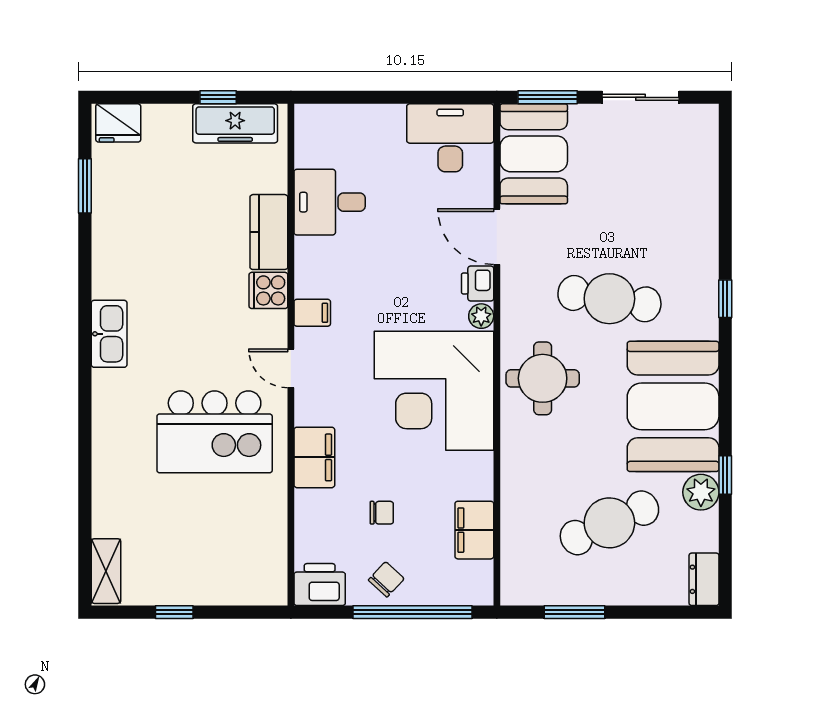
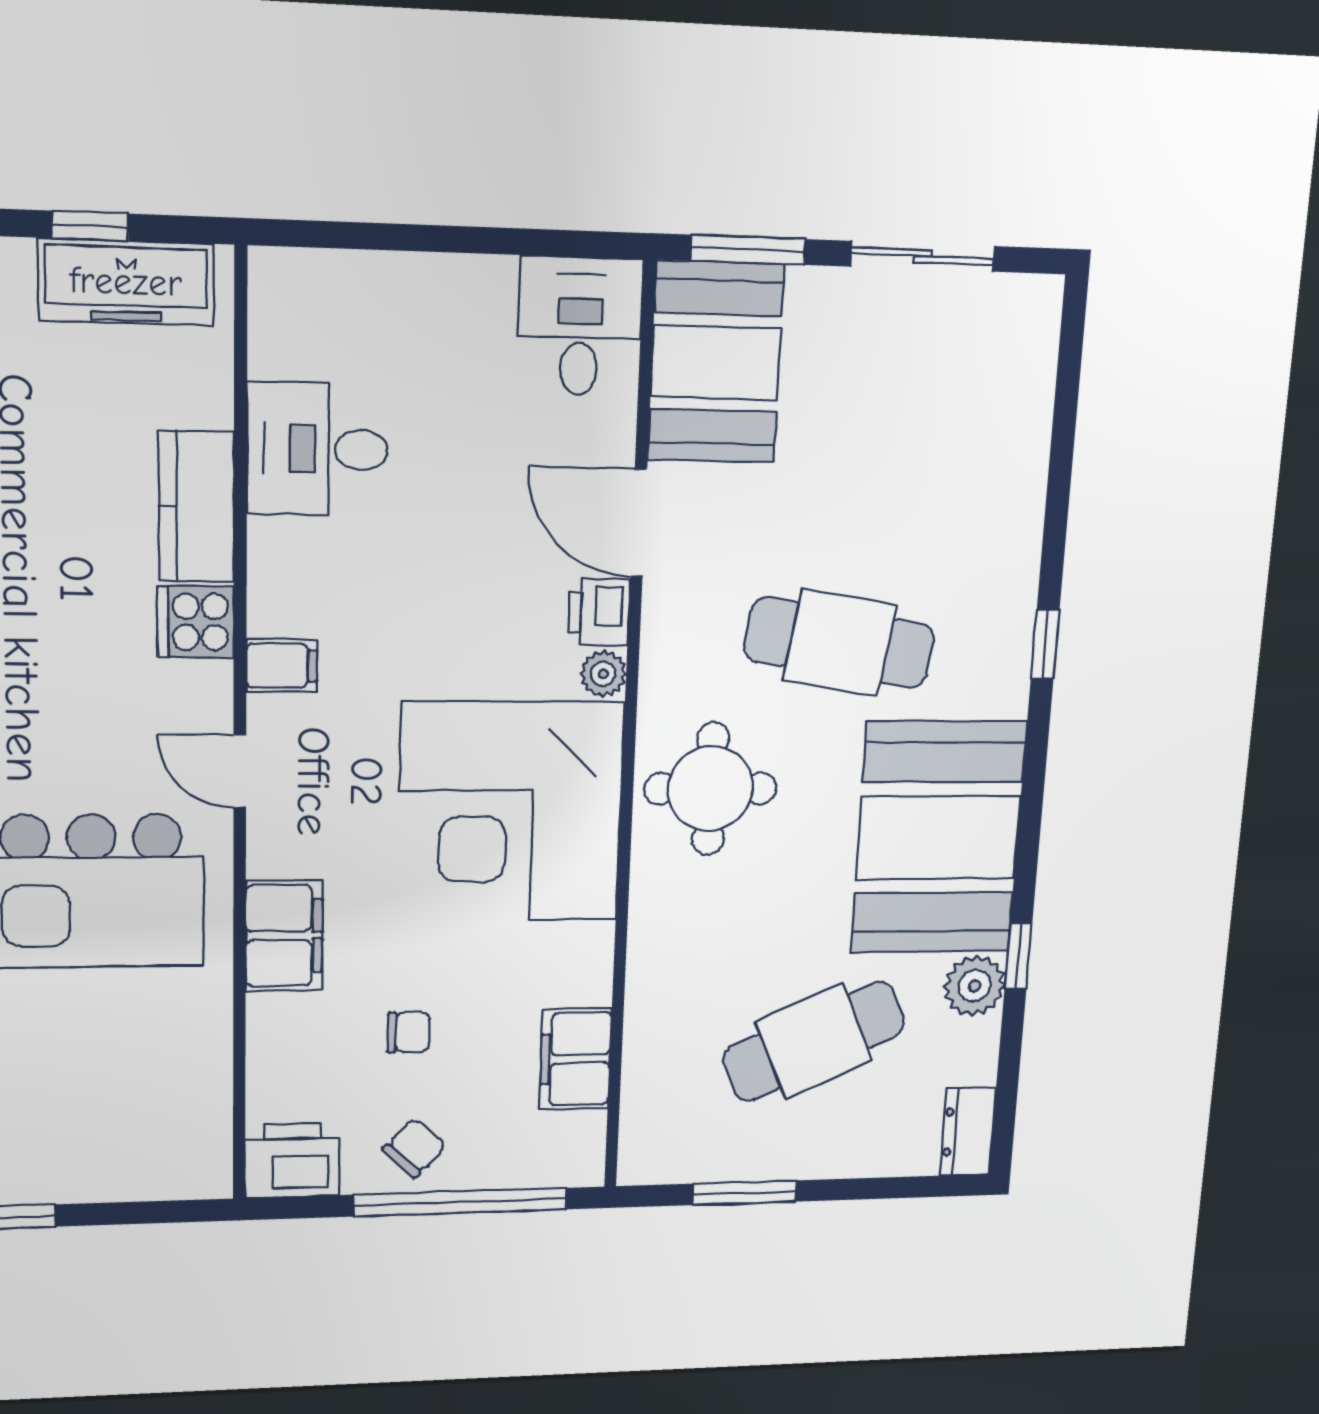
desk: (450, 138) -> (580, 326), width x0.73

